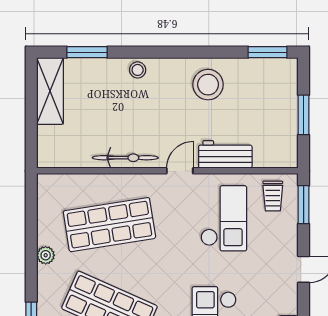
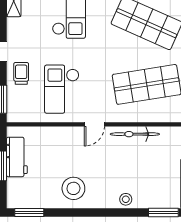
workbench: (225, 154) -> (17, 157), moved, turned -90
trolley: (273, 196) -> (21, 73), moved

